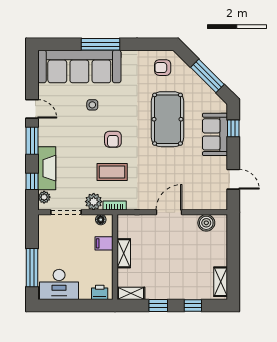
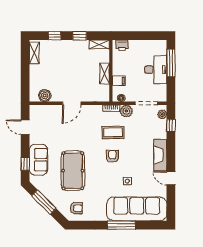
window: (32, 141) -> (171, 155), removed
fireplace: (47, 168) -> (160, 155), moved
desk: (59, 284) -> (156, 70), moved, turned 90

